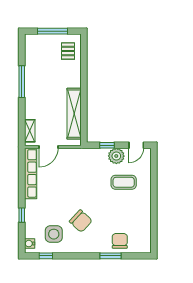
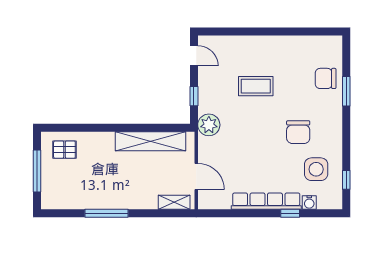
plant: (116, 156) -> (209, 125), moved
row of seats: (31, 173) -> (266, 201), moved
coffee table: (124, 182) -> (256, 86), moved, turned 90
chair: (81, 221) -> (298, 132), turned 137
water cooler: (30, 244) -> (309, 203), moved

